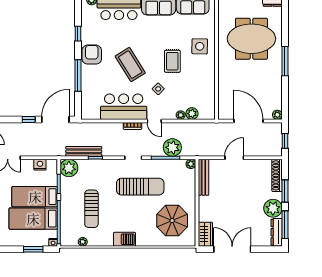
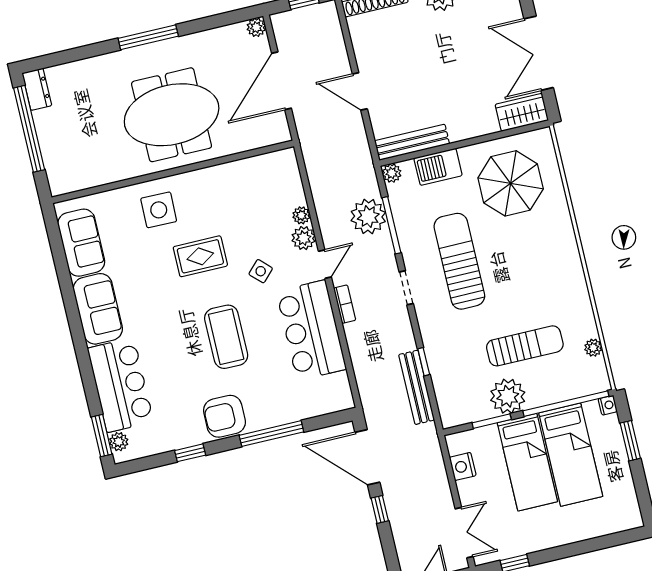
meeting table: (251, 39) -> (172, 115), moved, turned 90
coffee table: (130, 65) -> (226, 337), turned -58
plant: (192, 114) -> (304, 238), moved
plant: (69, 168) -> (508, 396), moved
barbecue: (124, 239) -> (438, 167), moved, turned -90

